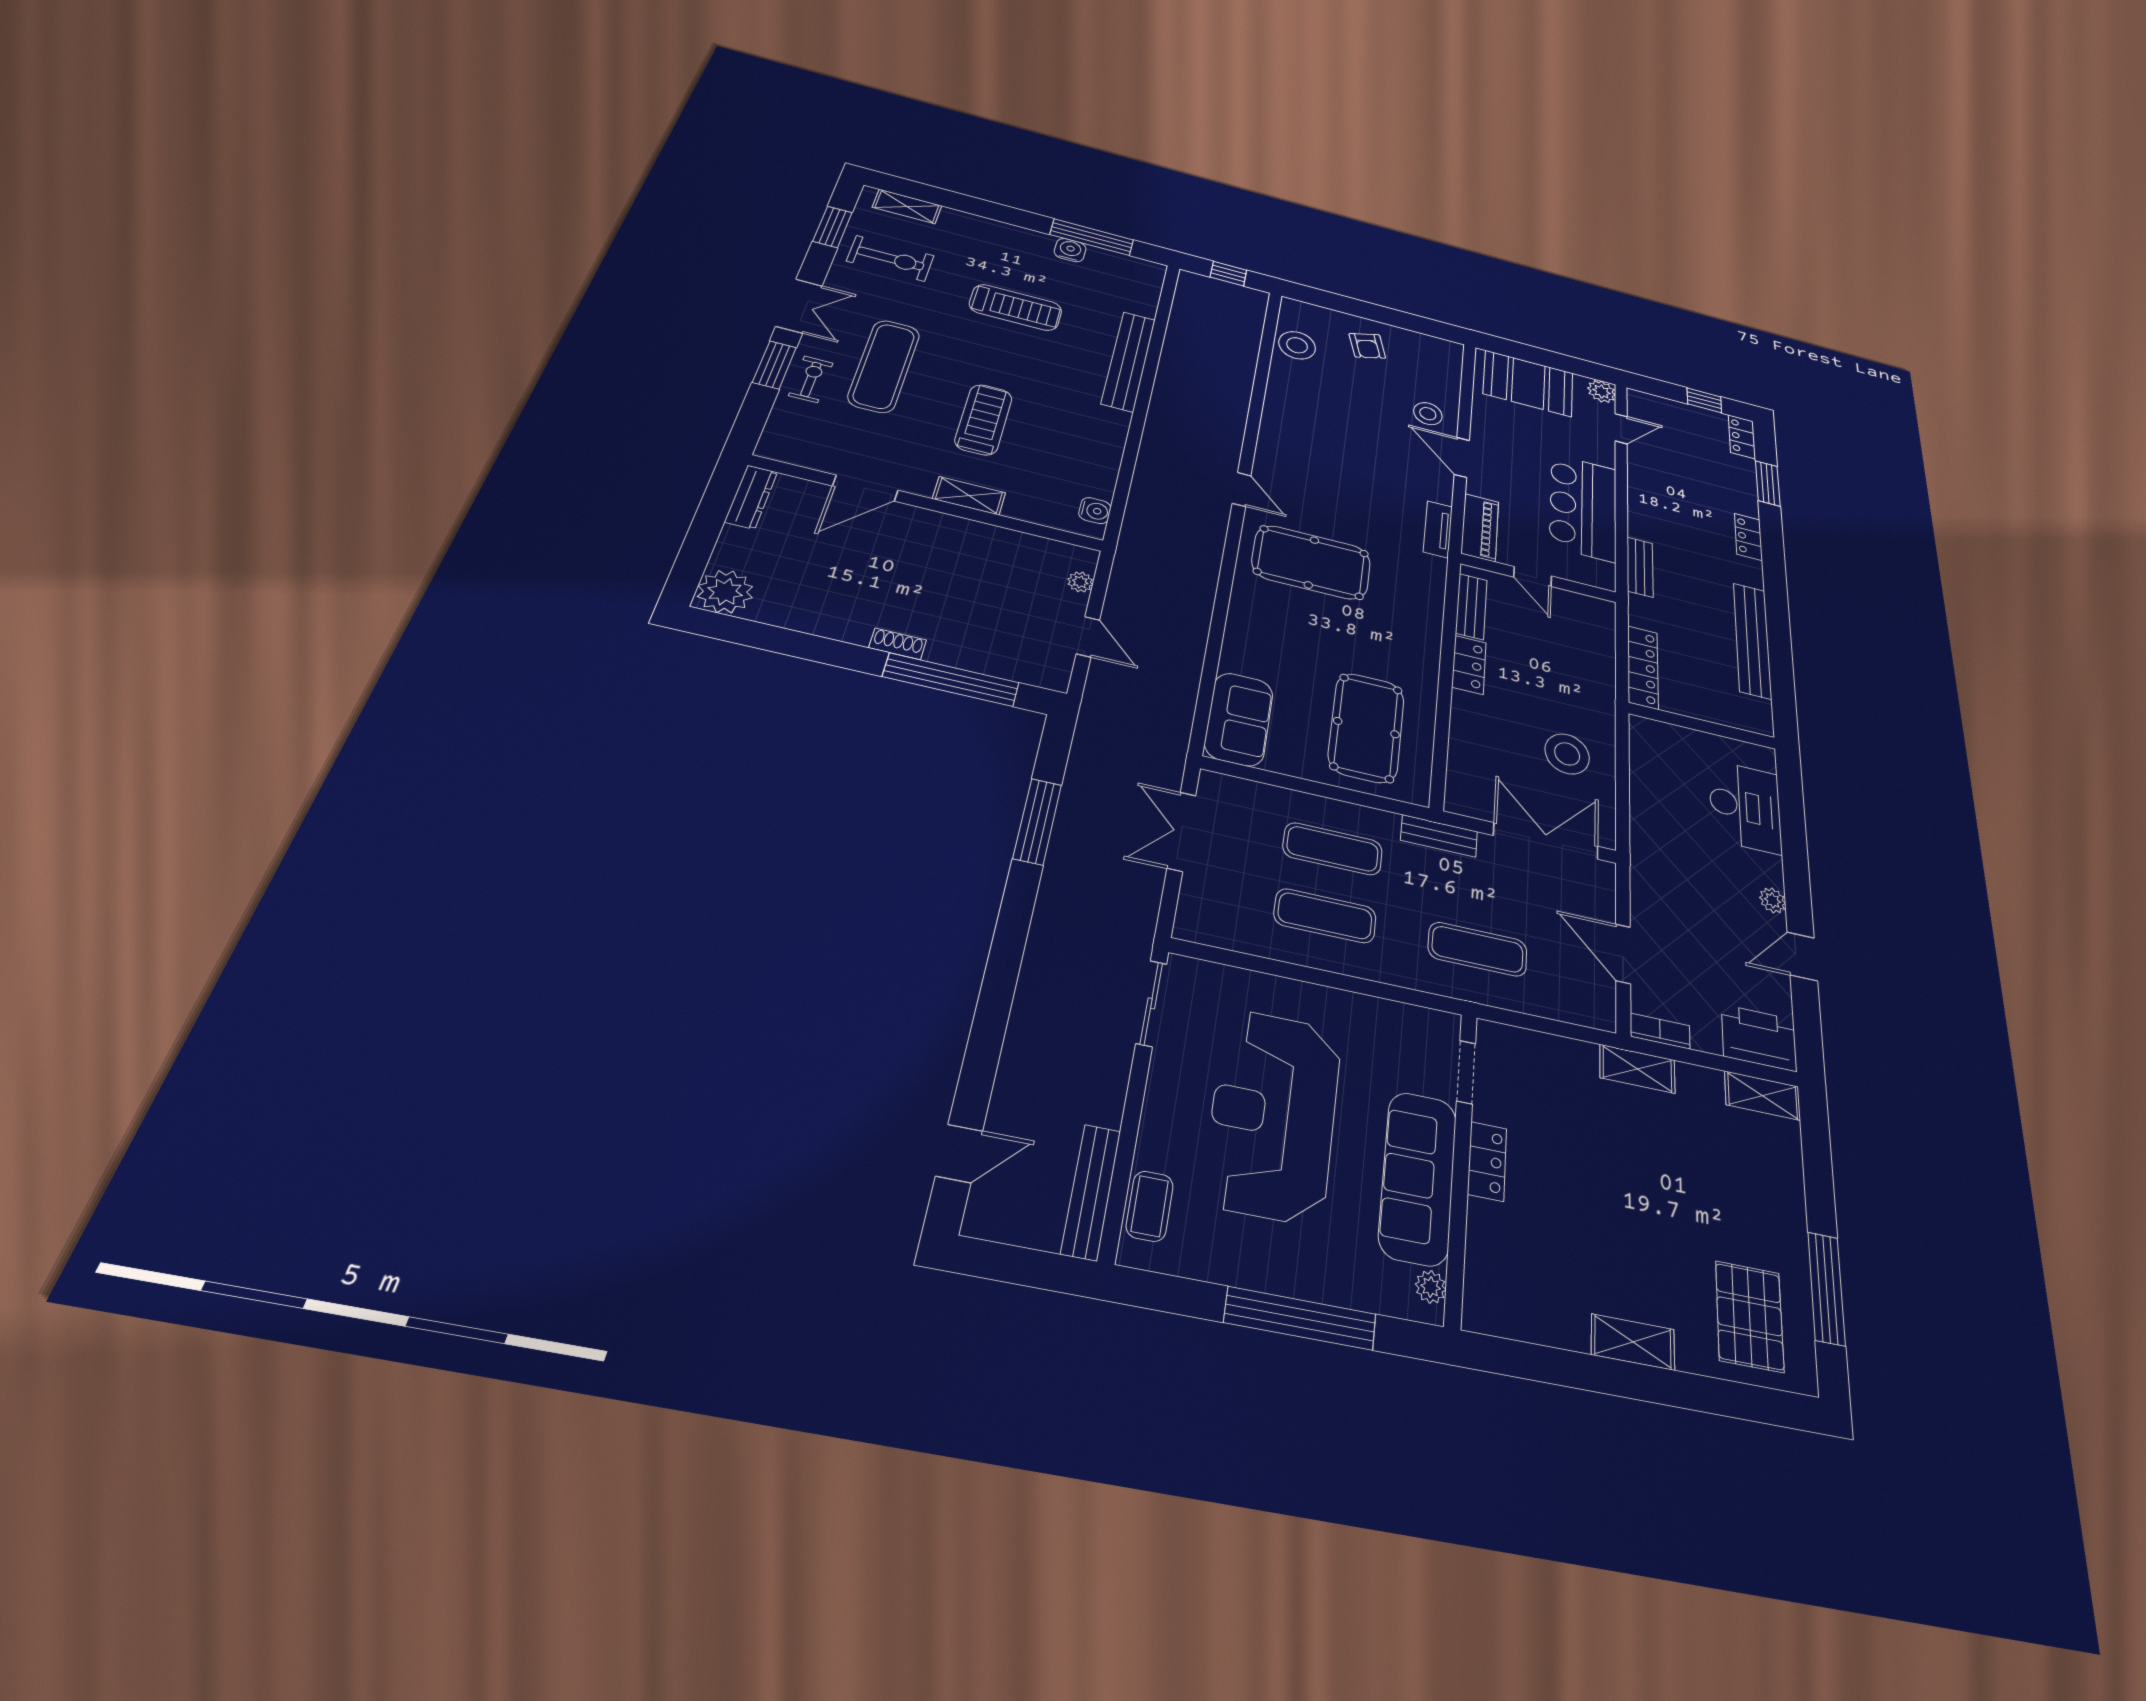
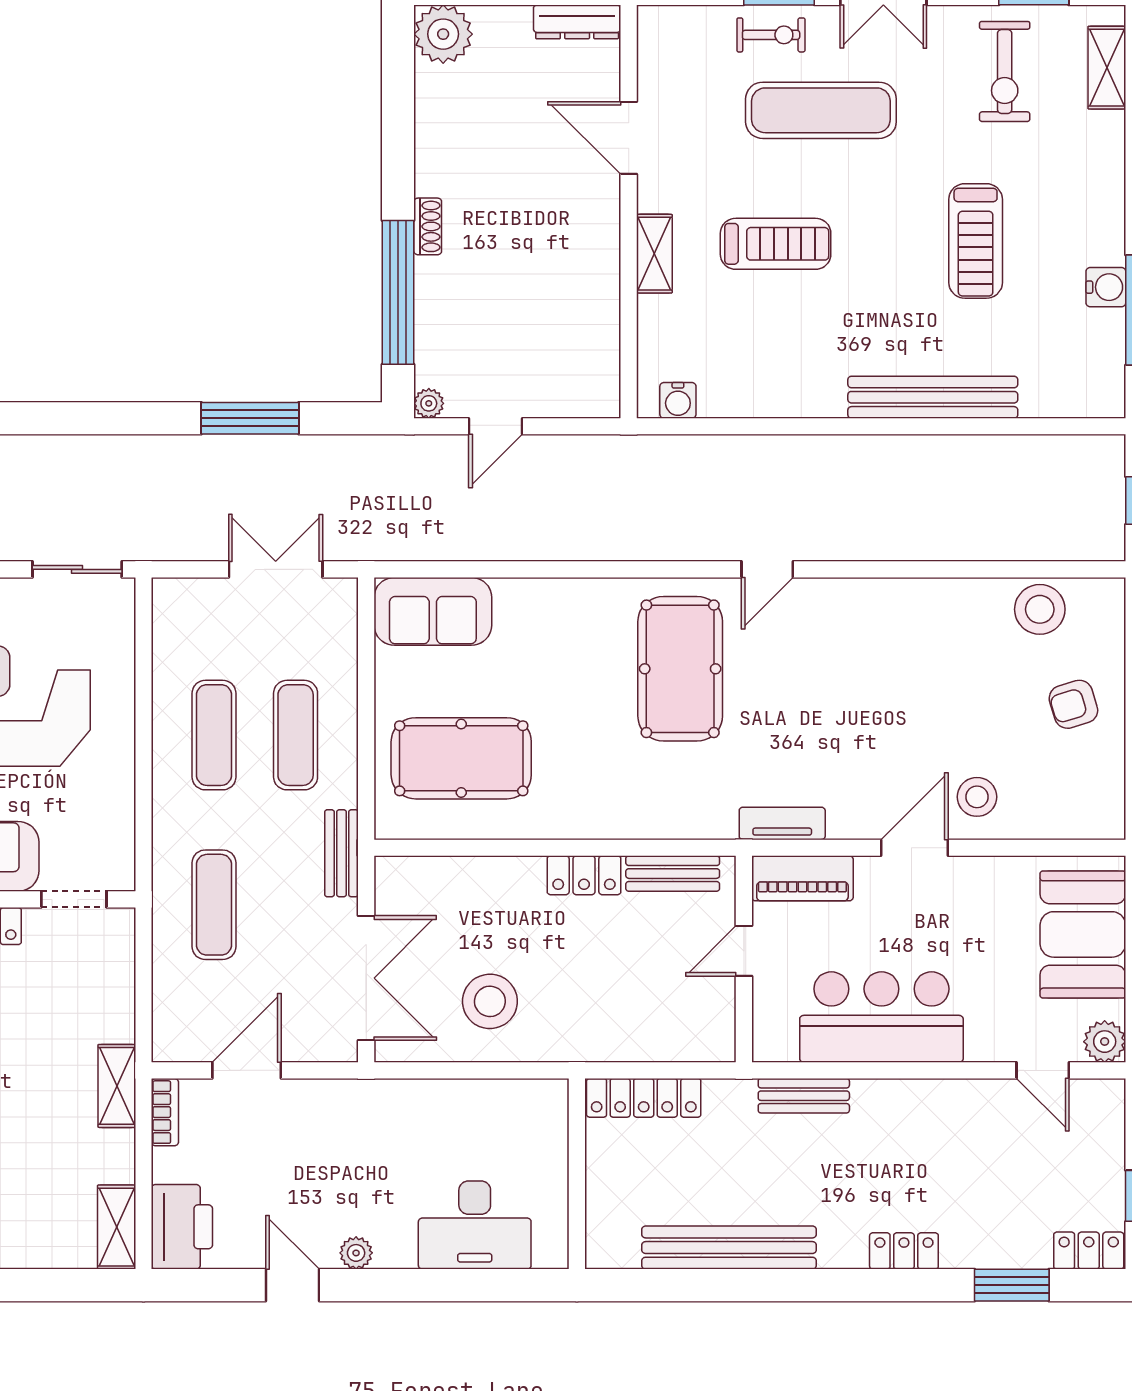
plant: (1080, 582) -> (429, 403), moved

